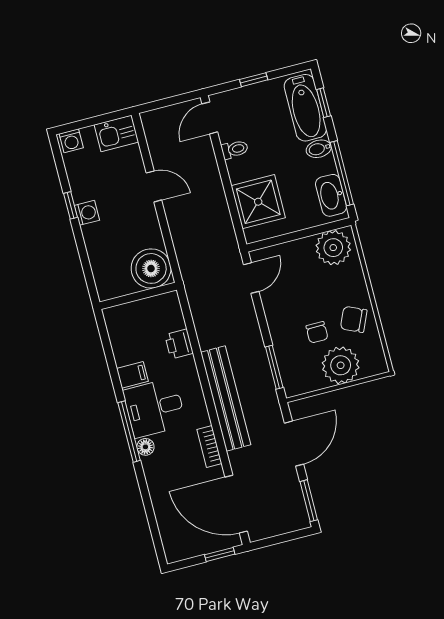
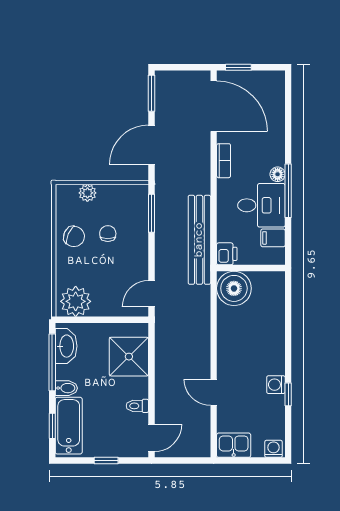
boiler: (151, 268) -> (234, 288), moved
wall: (138, 296) -> (251, 268), moved
plant: (341, 365) -> (87, 193), width x0.53, depth x0.53
bench: (226, 399) -> (199, 240), moved

